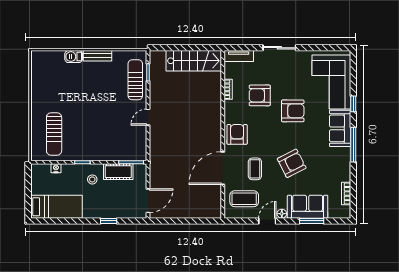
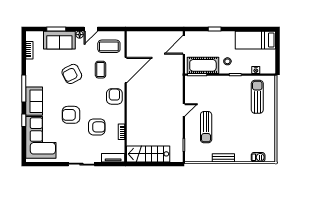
barbecue: (74, 57) -> (258, 157), moved
sun lounger: (135, 80) -> (206, 127), moved
armchair: (237, 134) -> (114, 96), turned 180
cot: (118, 172) -> (203, 65), width x1.37, depth x1.34

